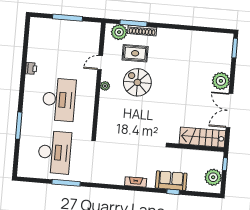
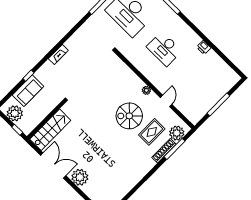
spiral stairs: (137, 82) -> (129, 116), turned 180
desk: (59, 100) -> (164, 49), width x0.73, depth x0.77
sofa: (171, 181) -> (28, 91), moved

